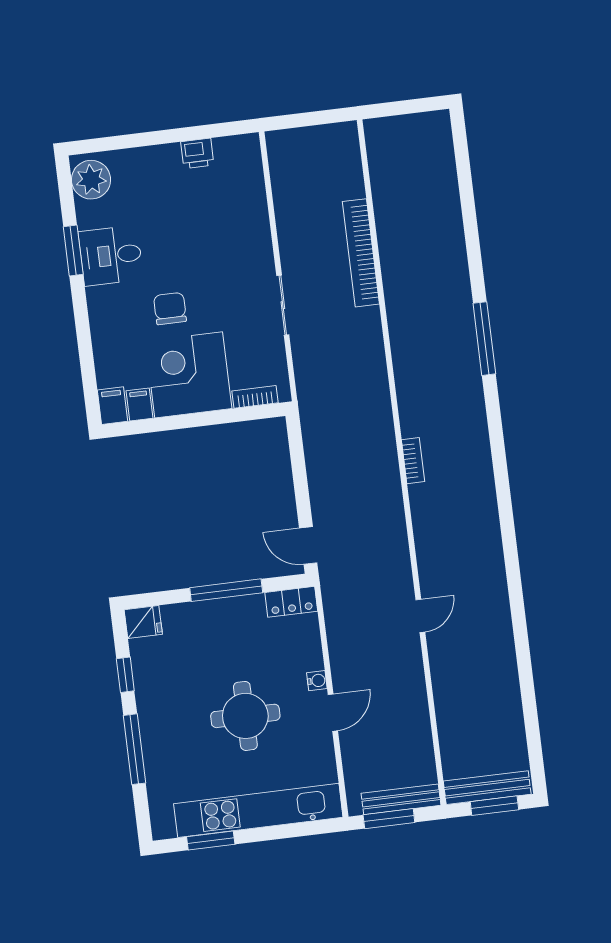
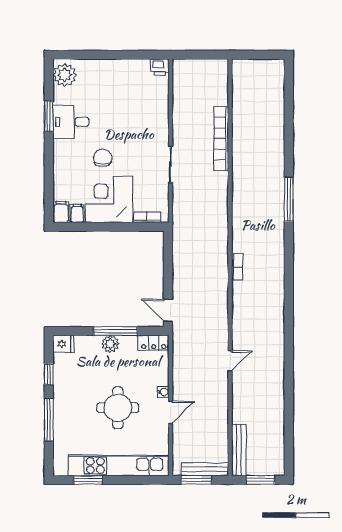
printer: (197, 153) -> (160, 67), moved
plant: (220, 612) -> (110, 344), added
bench: (487, 788) -> (239, 450), moved, turned 90

